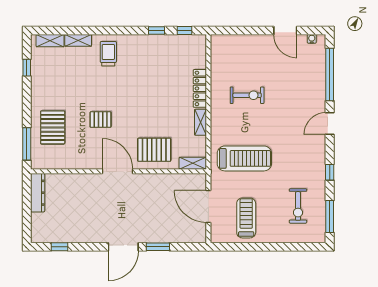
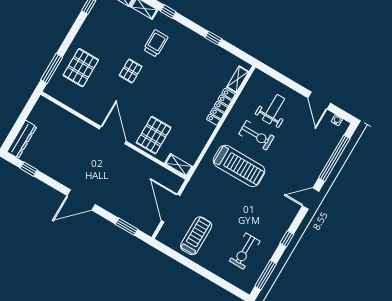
window: (185, 30) -> (168, 12), moved
trolley: (108, 54) -> (156, 43), moved
weight bench: (249, 63) -> (274, 109), added
pallet: (101, 120) -> (131, 71), moved, turned 90
shelving: (201, 122) -> (238, 79), moved
pallet: (154, 150) -> (154, 135), turned 90
treadmill: (244, 158) -> (239, 166), moved
dresser: (38, 193) -> (22, 139), moved
window: (158, 247) -> (127, 227), moved

